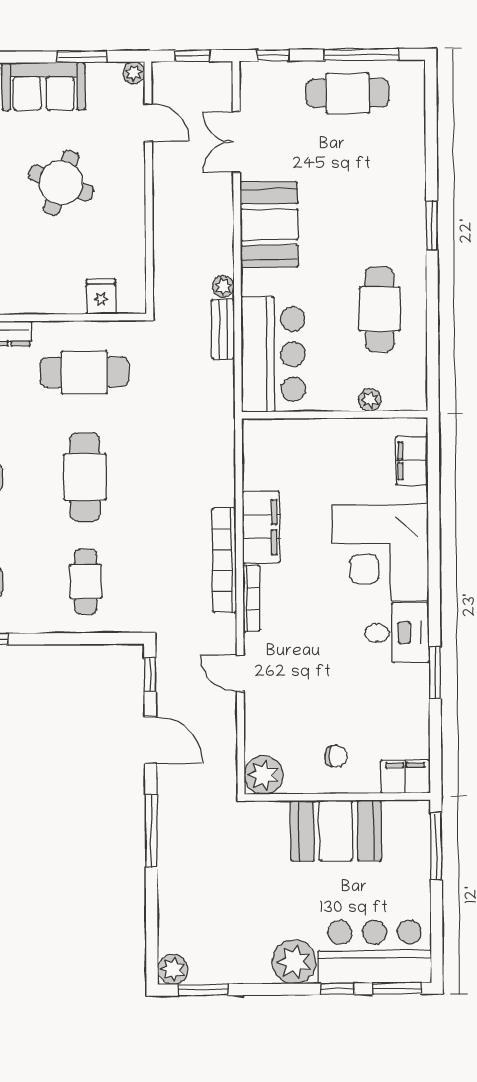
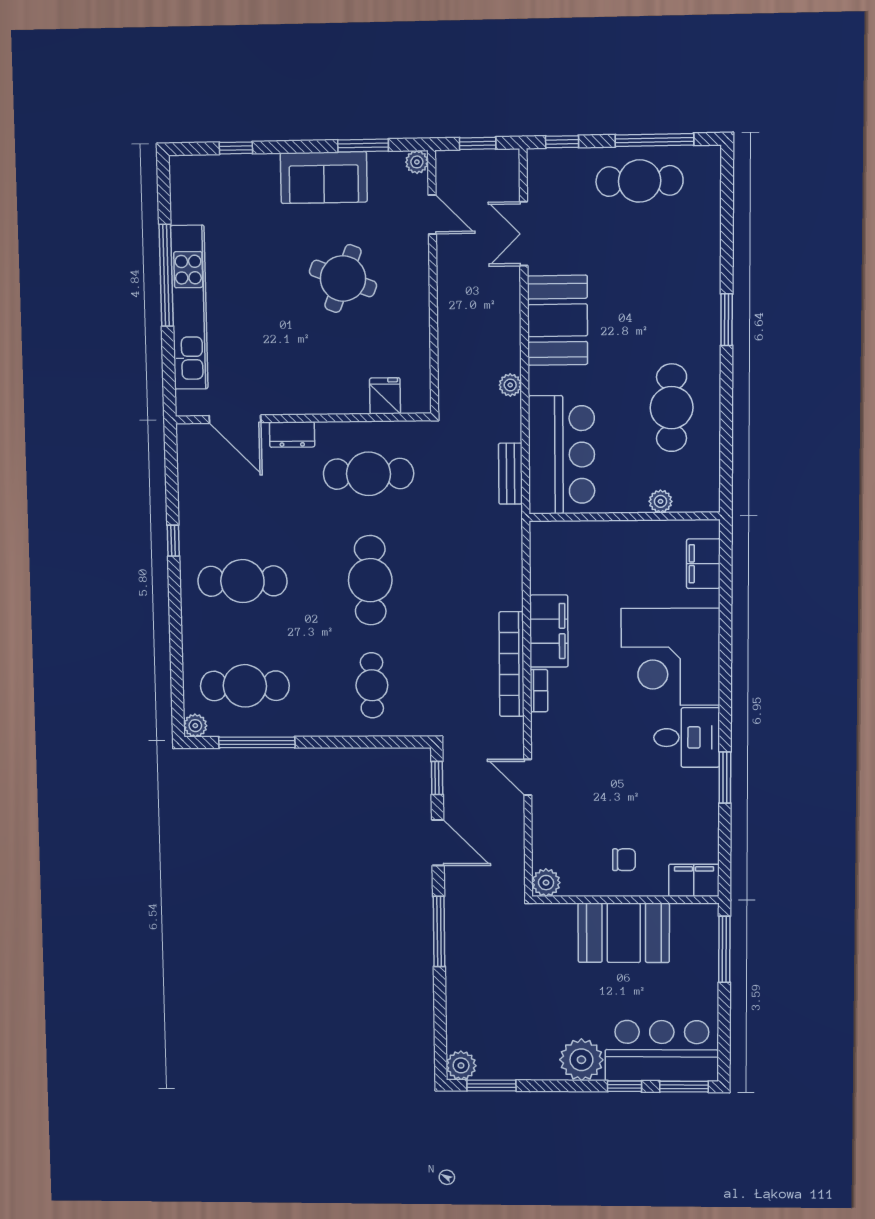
bench: (223, 329) -> (510, 474), moved
bookcase: (251, 598) -> (539, 691), width x0.64
plant: (264, 775) -> (546, 883), width x0.73, depth x0.73

